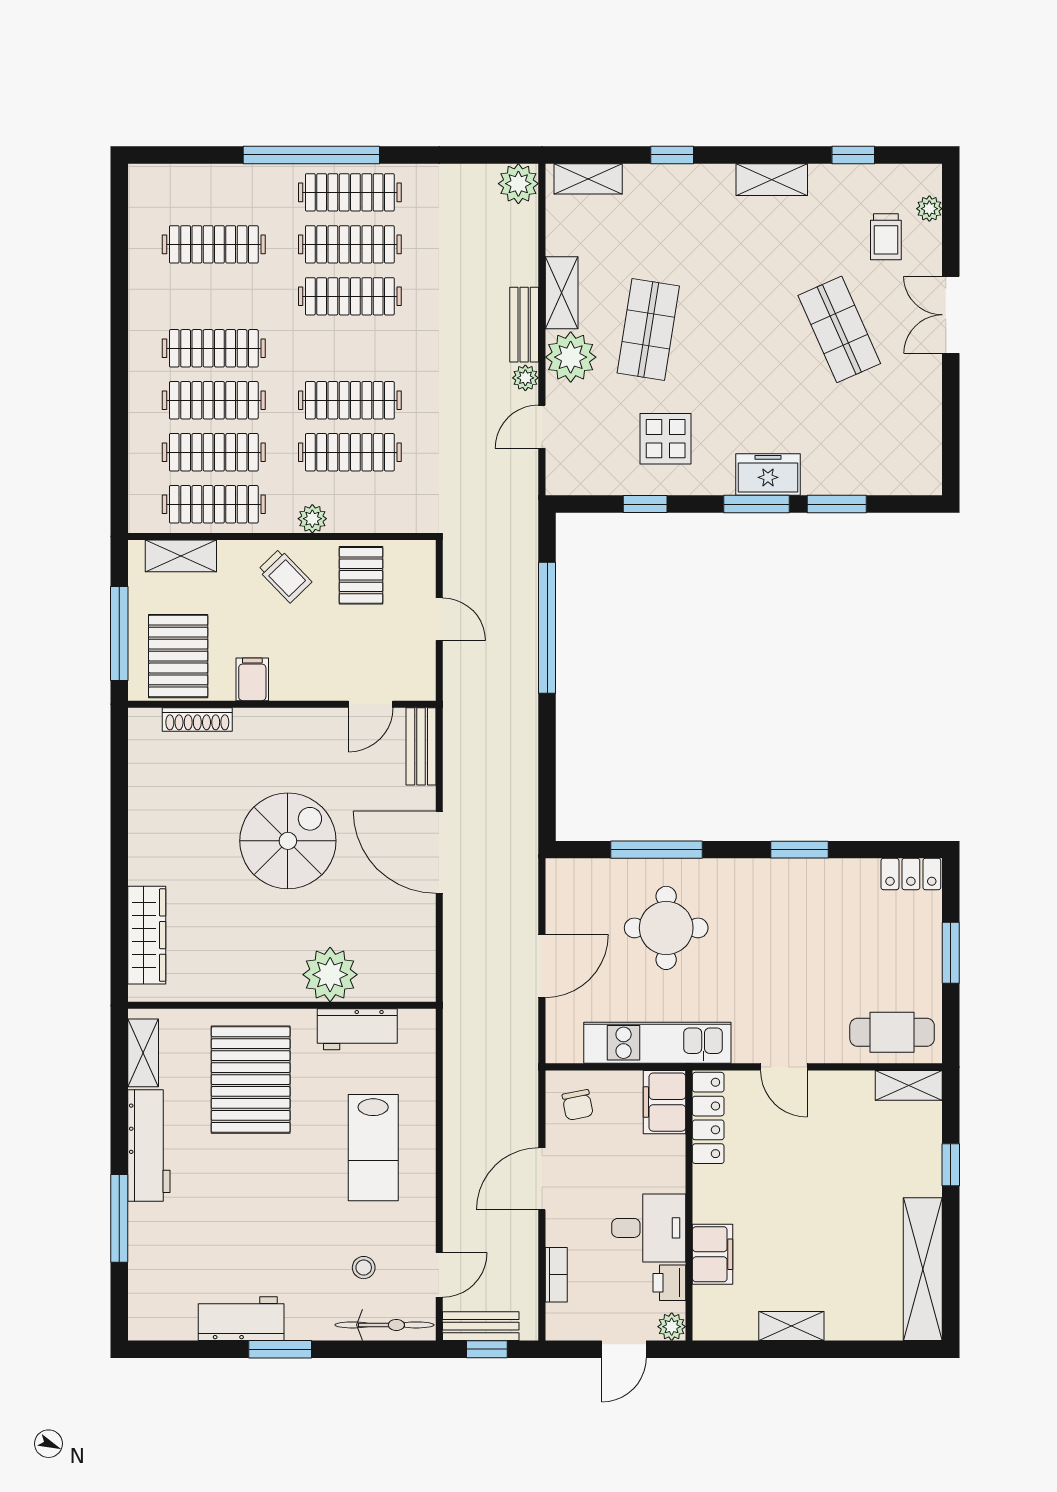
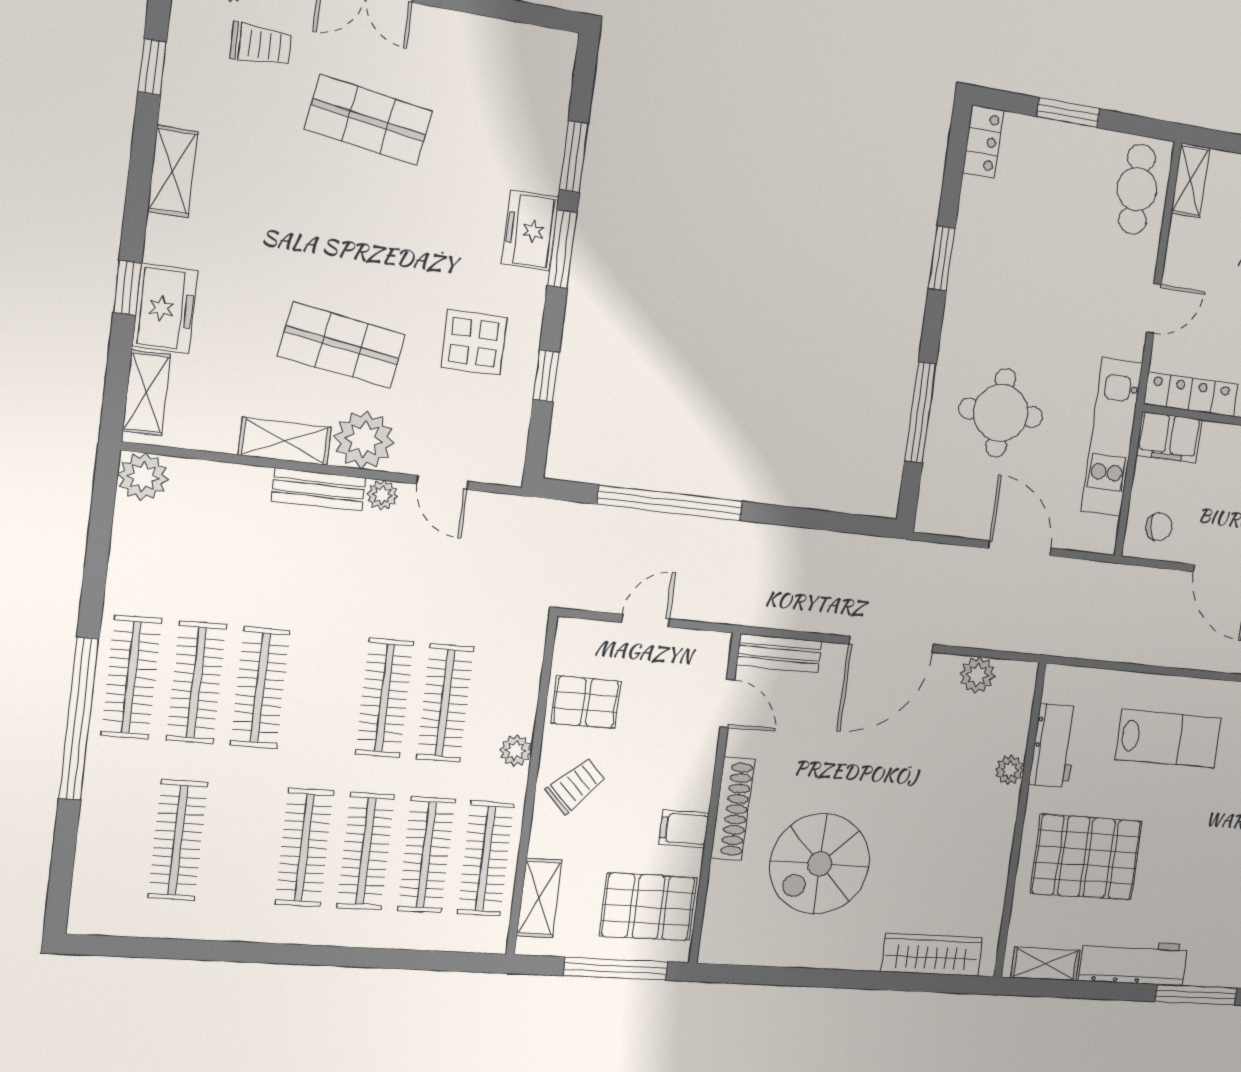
freezer: (659, 186) -> (165, 309), added
shop shelf: (839, 329) -> (369, 120), turned 33
shoe rack: (197, 719) -> (733, 809), moved, width x1.36, depth x1.24
spiral stairs: (288, 841) -> (820, 864), moved, turned -90
plant: (418, 941) -> (977, 675), added
plant: (330, 975) -> (1010, 770), width x0.53, depth x0.53

